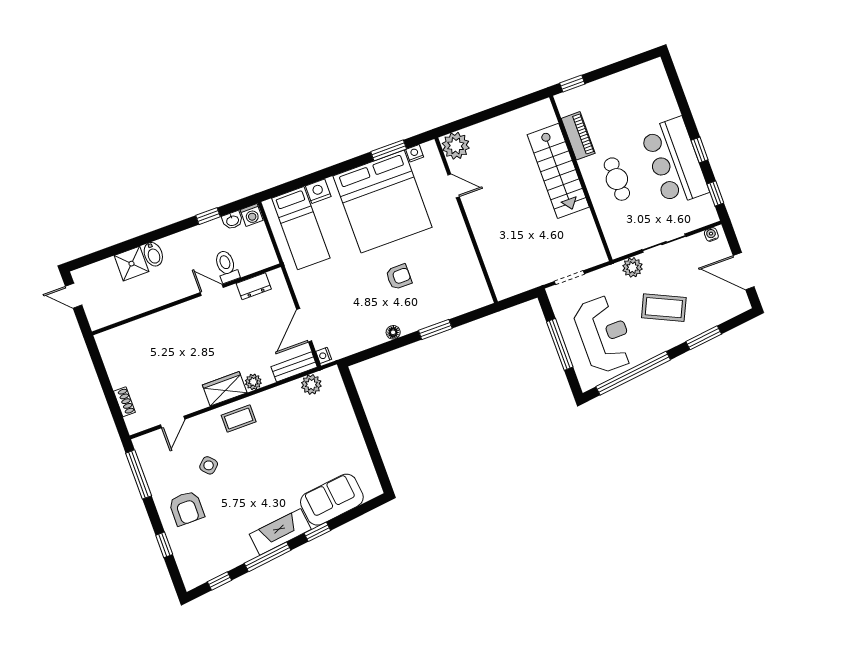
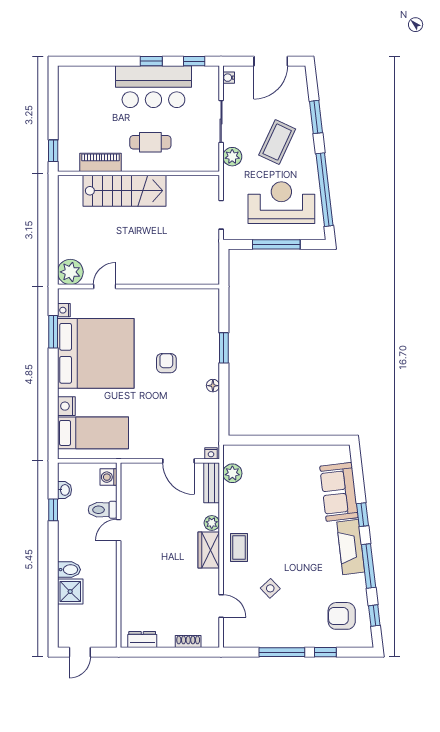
washing machine: (252, 215) -> (108, 477), moved, turned 180
dresser: (254, 286) -> (142, 640), moved, turned -90
window: (139, 474) -> (282, 652), moved
armchair: (186, 508) -> (342, 616), moved, turned 180

